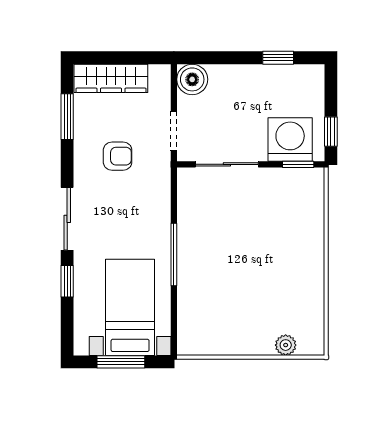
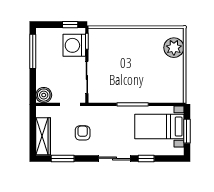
window: (278, 58) -> (33, 51), width x2.17
plant: (286, 345) -> (174, 48), width x1.88, depth x1.88

